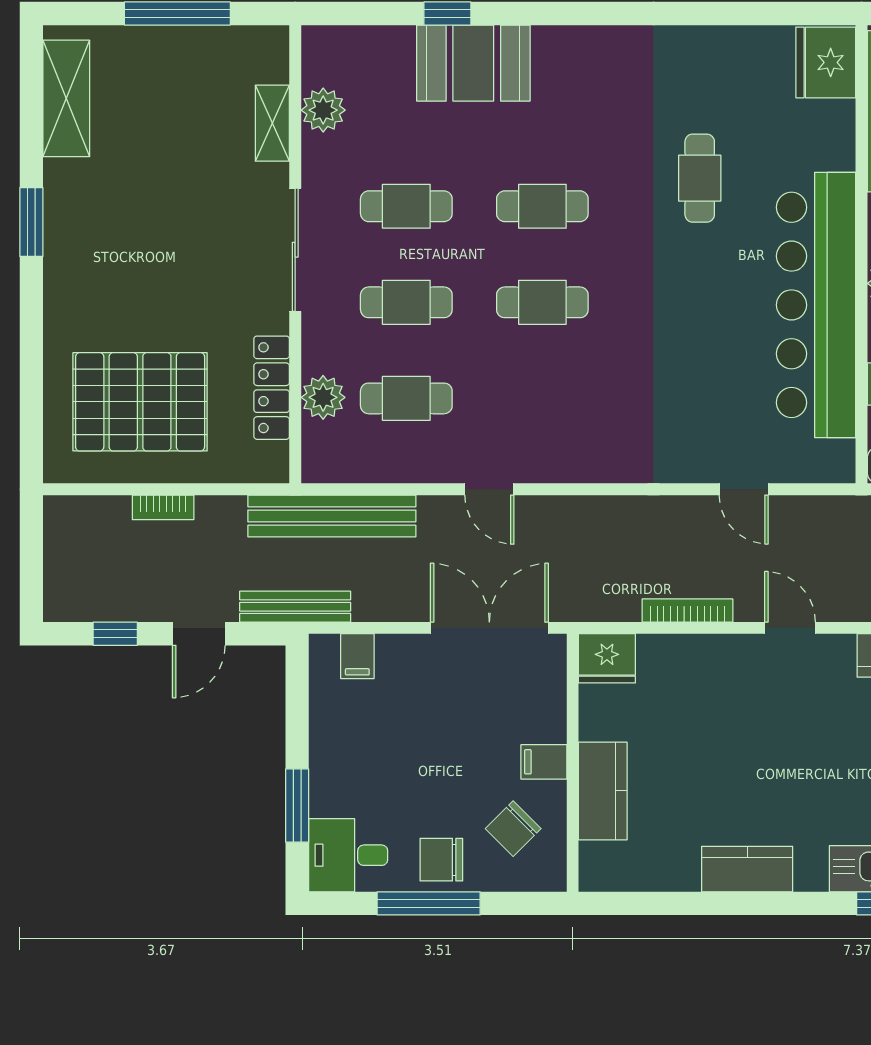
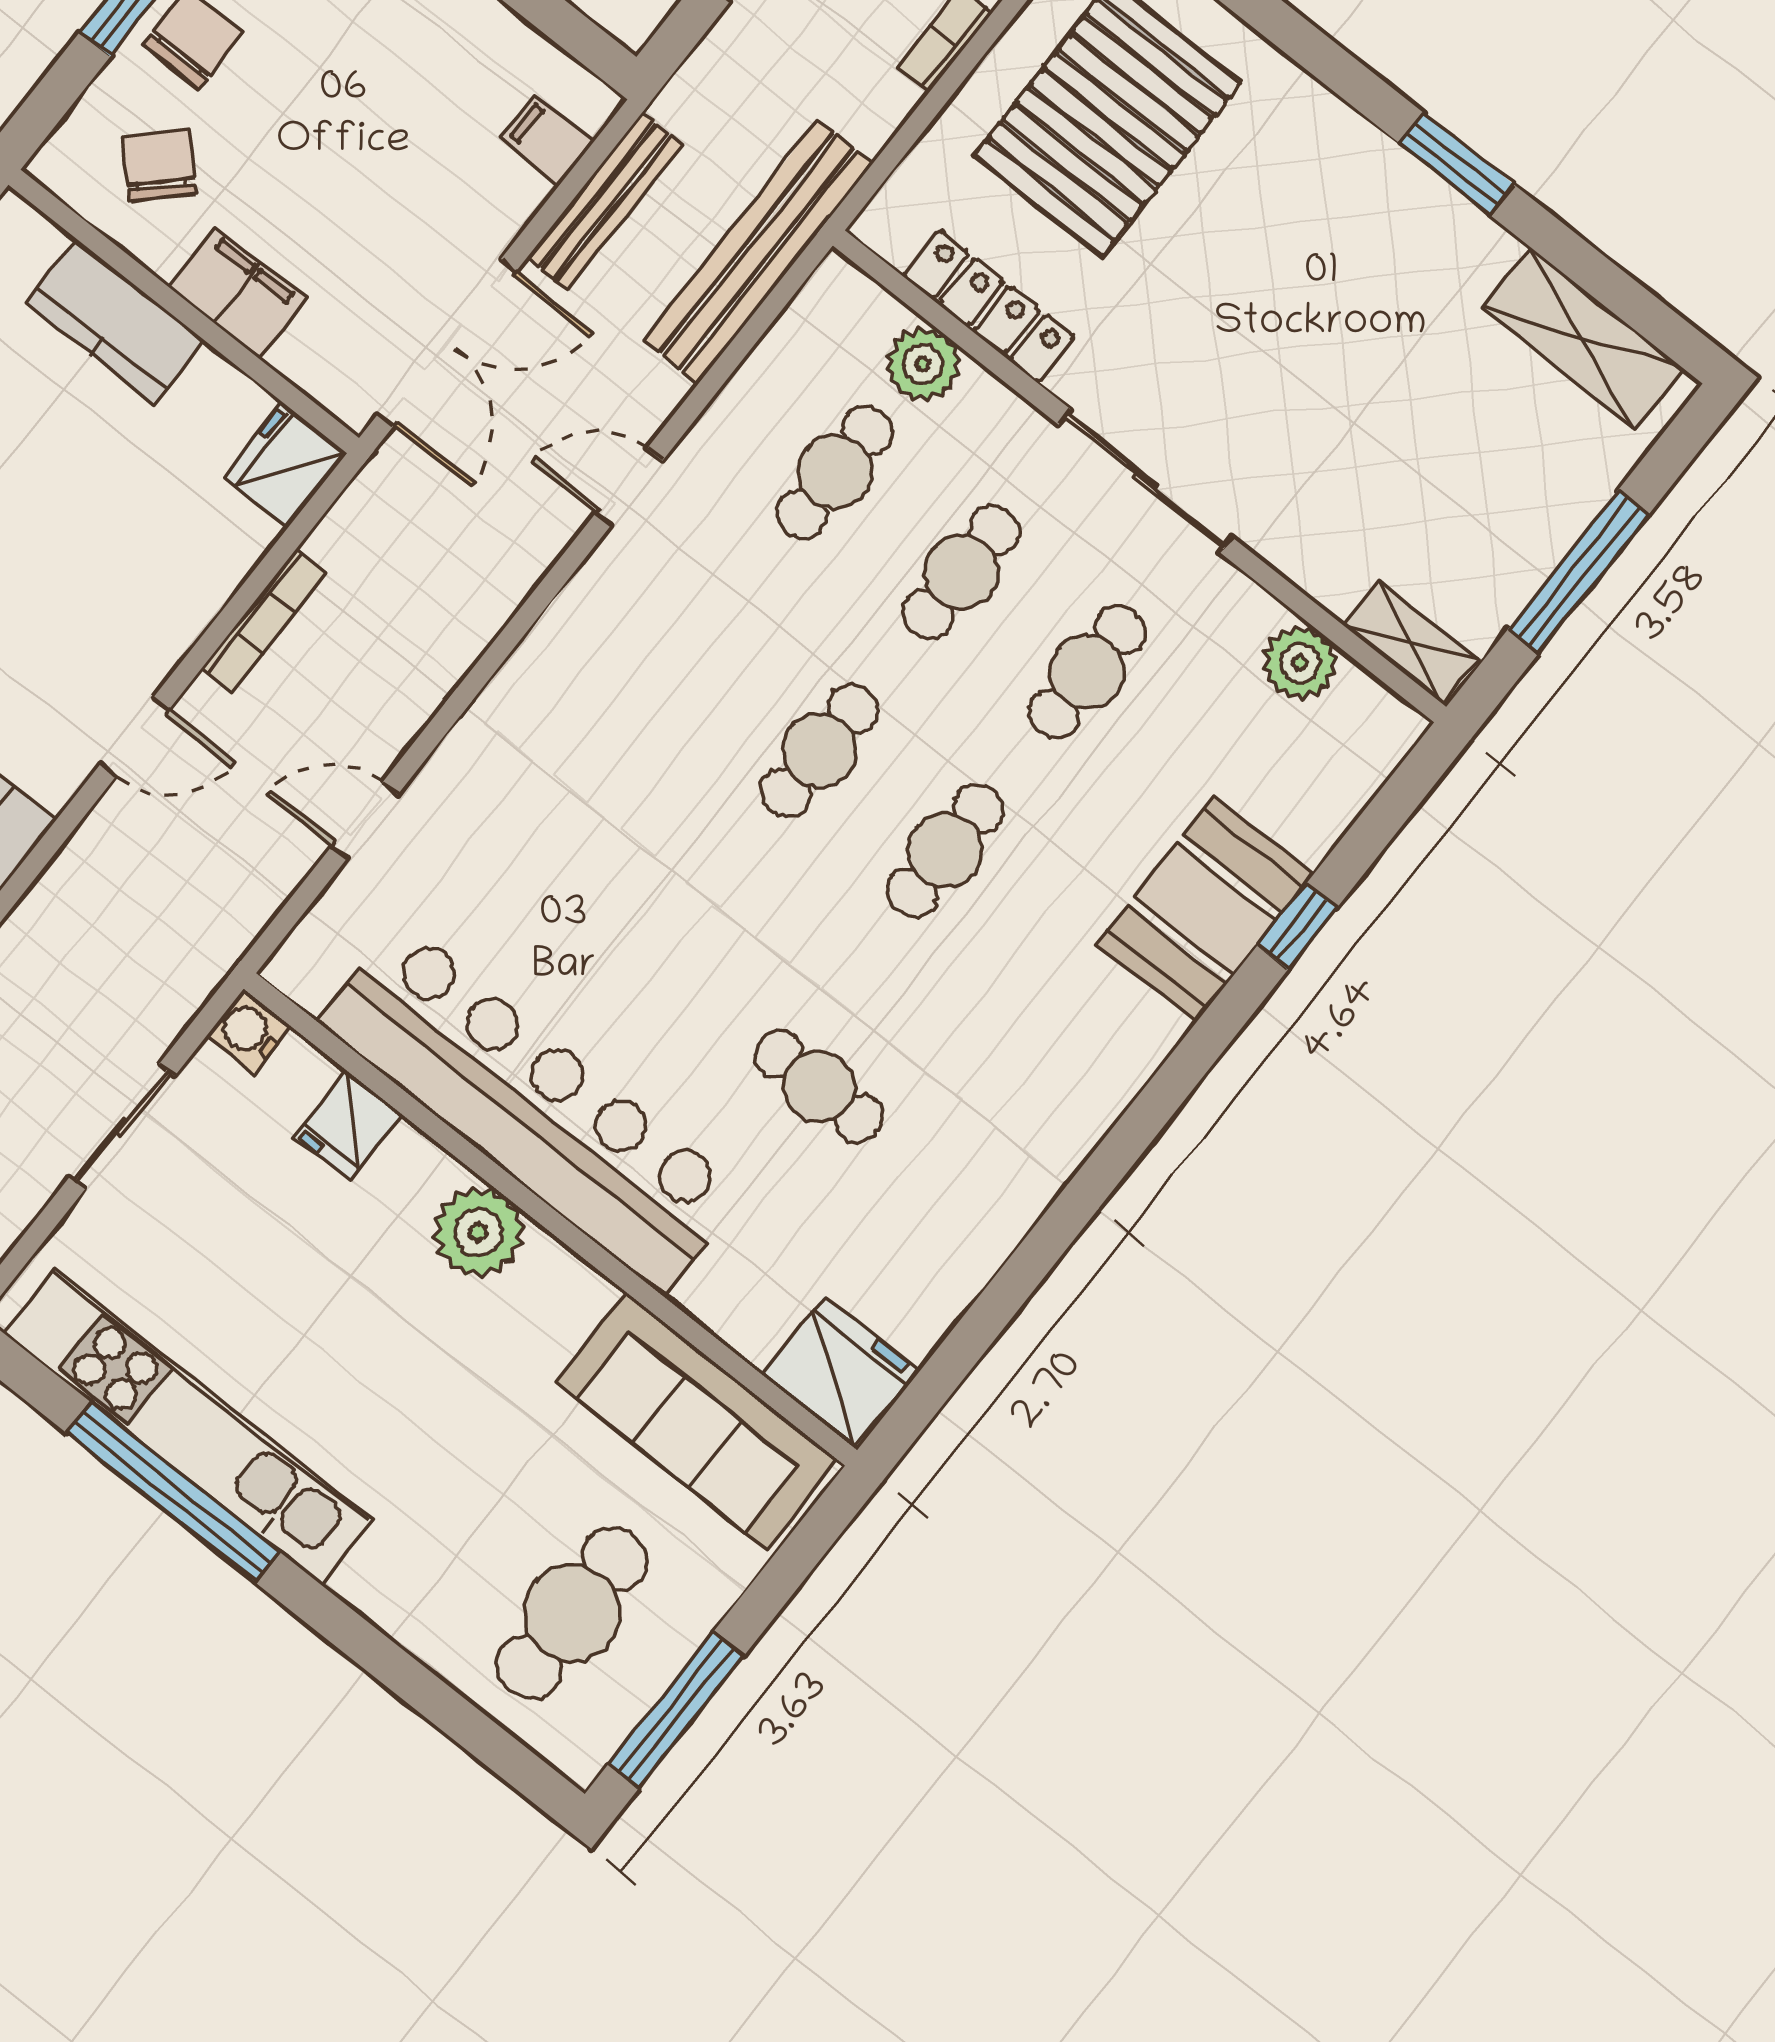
shelving: (272, 123) -> (1411, 643), moved
bench: (295, 607) -> (605, 201), moved
filing cabinet: (544, 762) -> (237, 293), width x2.00

